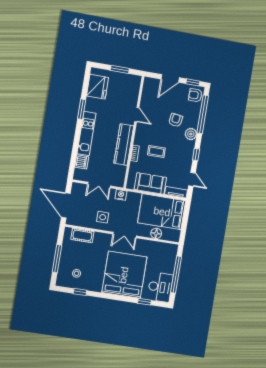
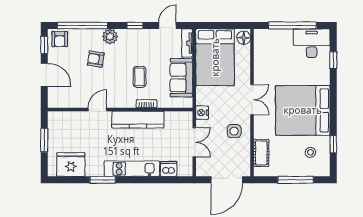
floor lamp: (156, 233) -> (244, 38), moved
bed: (124, 275) -> (303, 110), moved

